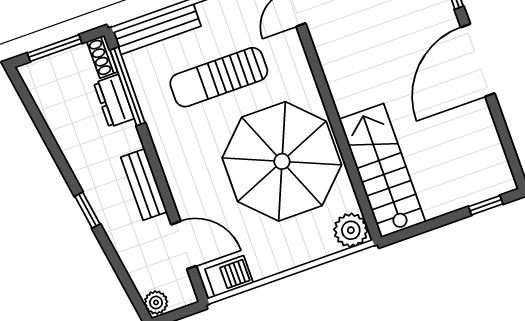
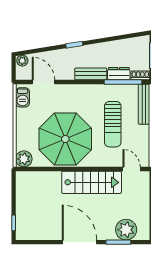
sun lounger: (219, 77) -> (113, 124), turned 180
stairs: (382, 171) -> (92, 182), moved
bench: (144, 184) -> (91, 74), moved
door: (184, 245) -> (43, 82), swing flipped

